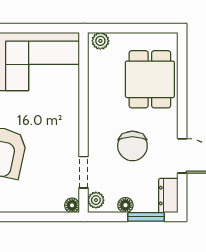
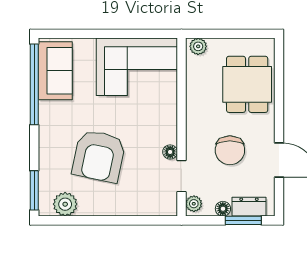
dresser: (168, 196) -> (249, 207), moved, turned 90
floor lamp: (72, 205) -> (170, 152), moved

